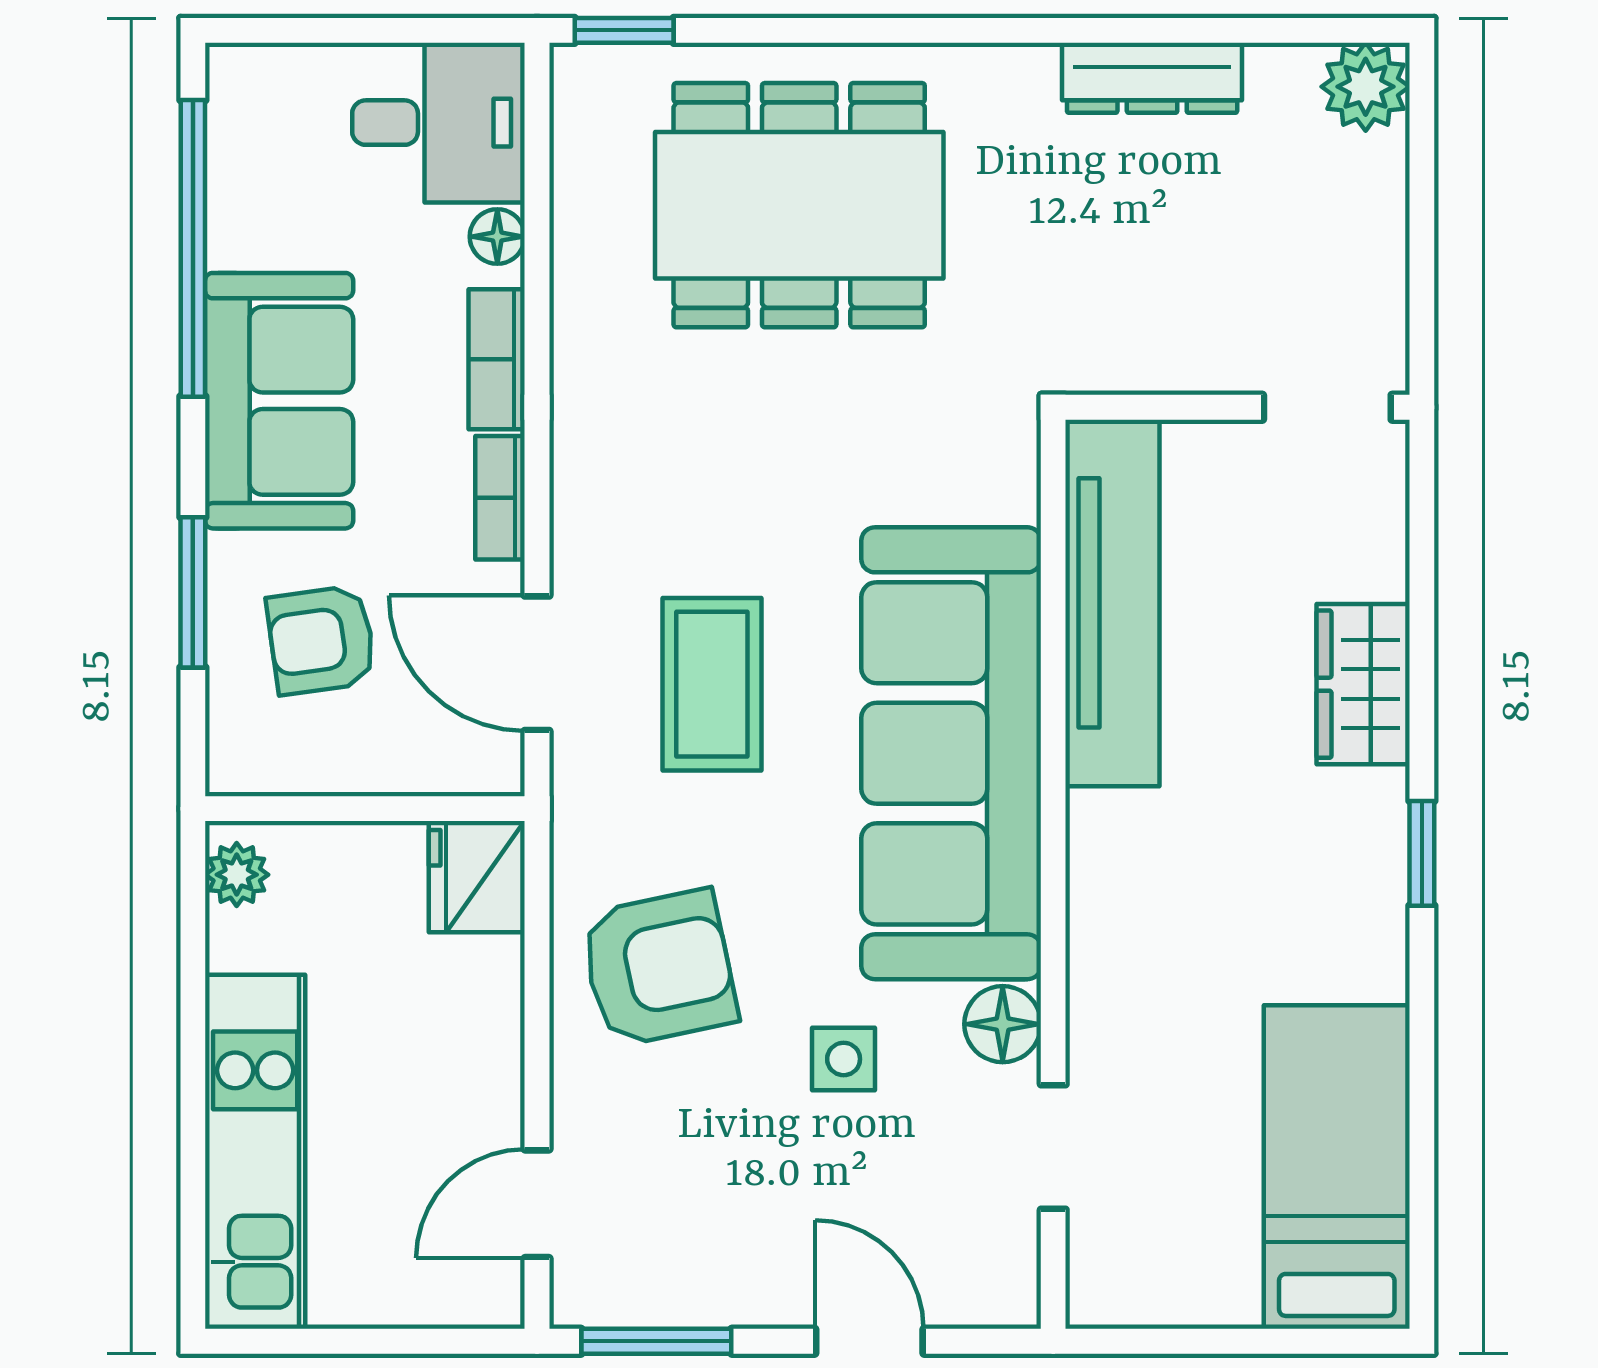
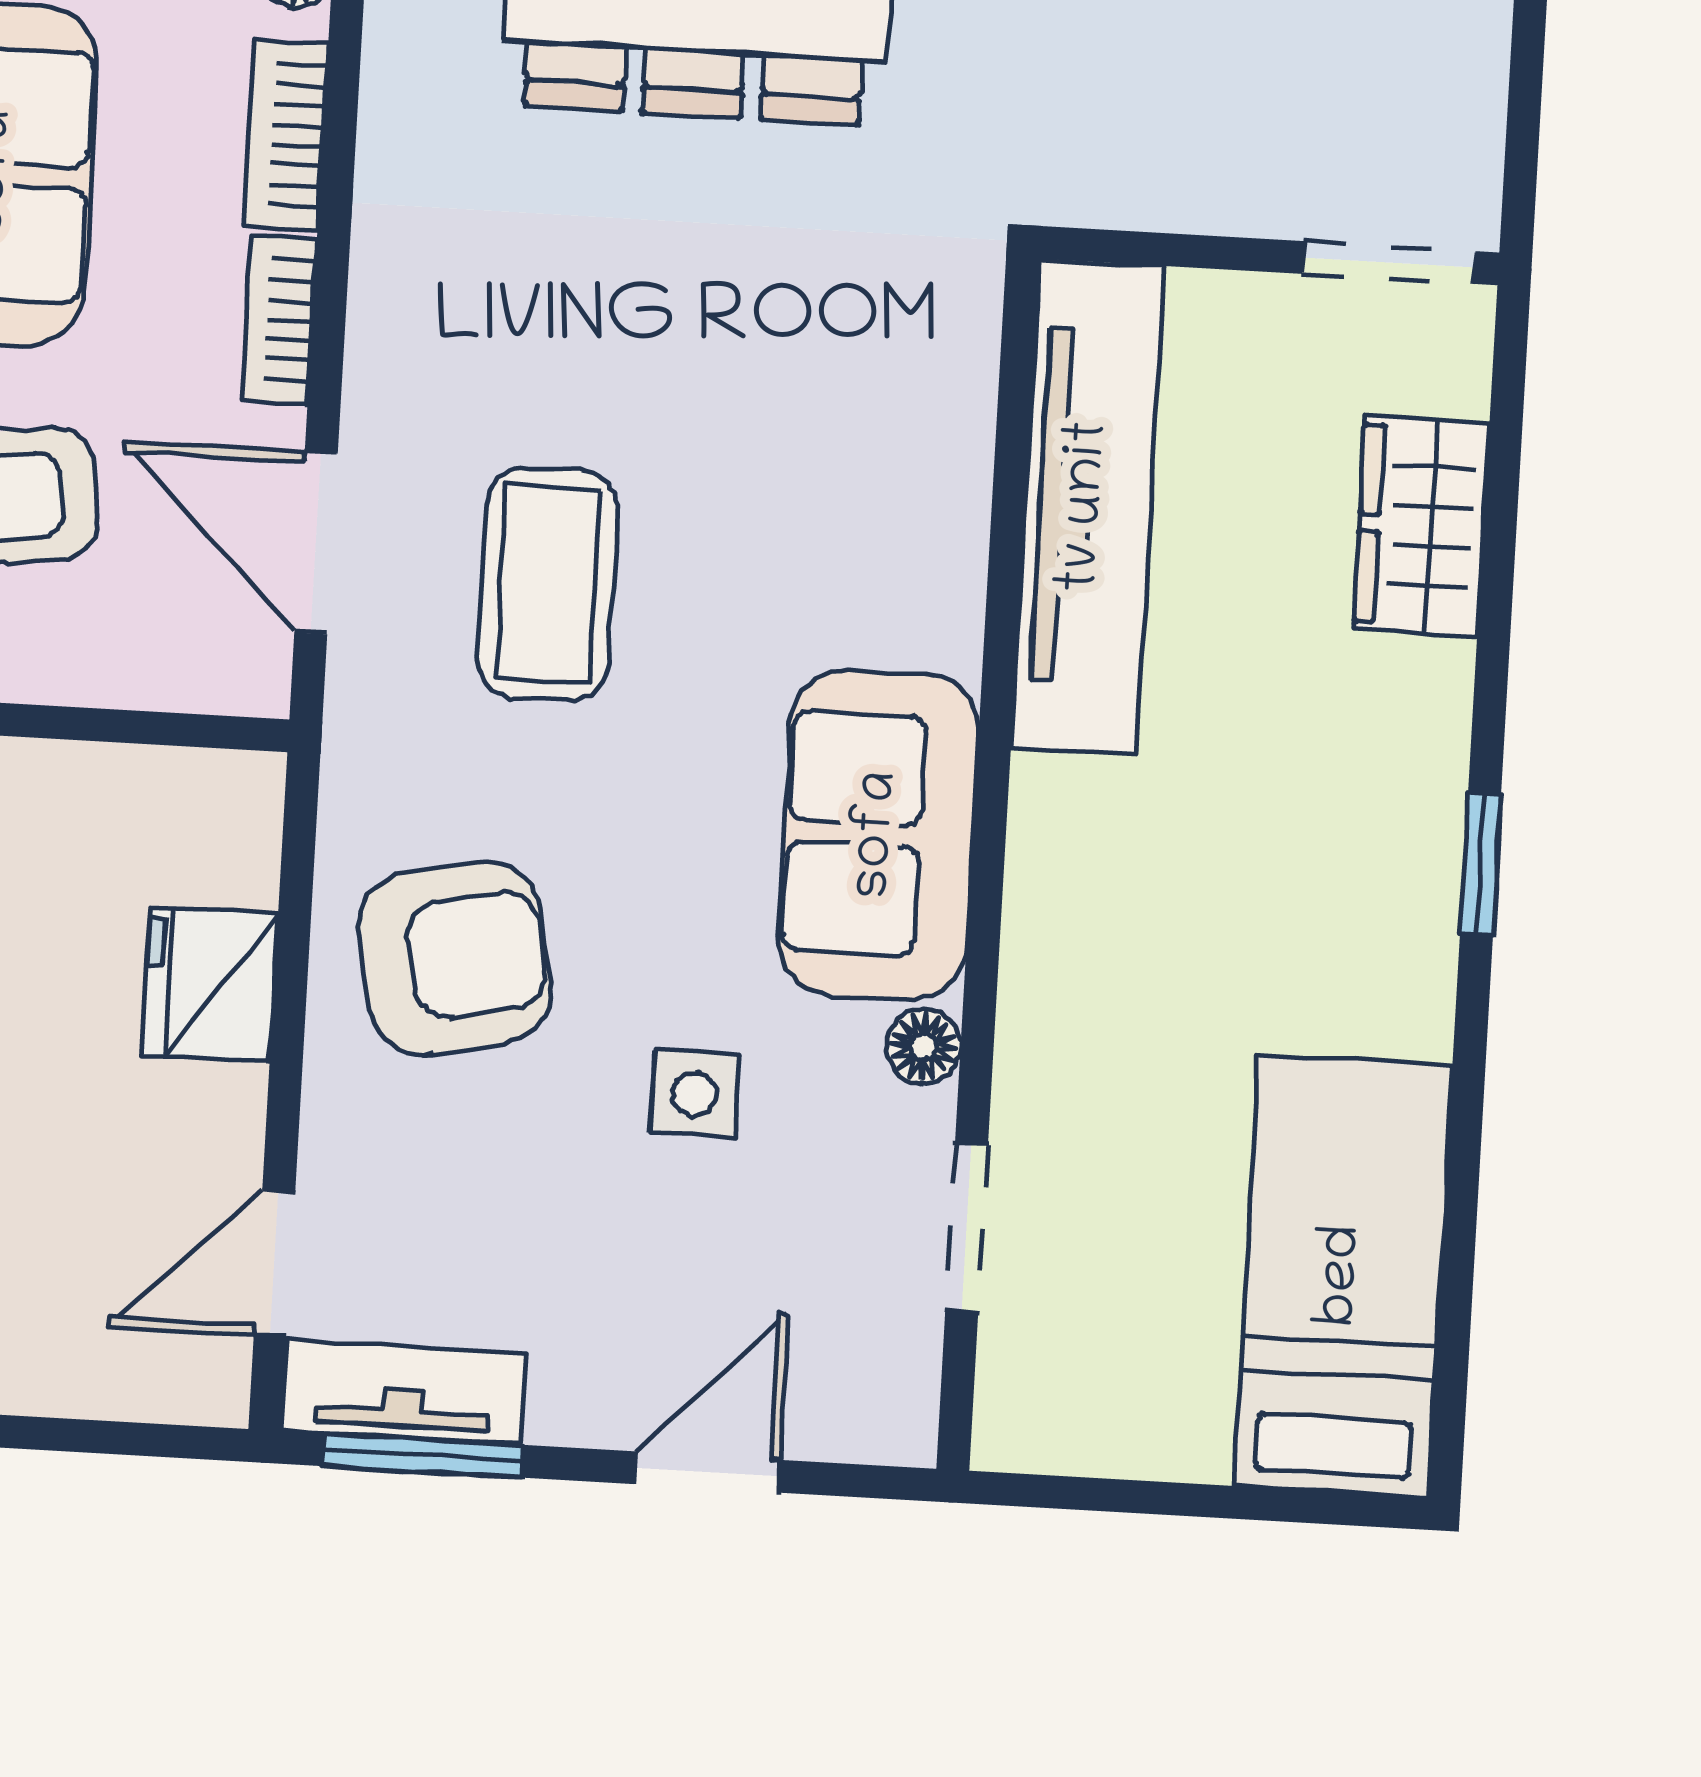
wardrobe: (1363, 684) -> (1421, 526), moved
sofa: (951, 753) -> (878, 835), width x0.54, depth x0.79
fridge: (477, 877) -> (210, 984), moved
floor lamp: (1003, 1024) -> (923, 1047), width x0.73, depth x0.73
tv unit: (639, 1295) -> (403, 1392), added
door: (869, 1341) -> (707, 1472), hinge flipped

